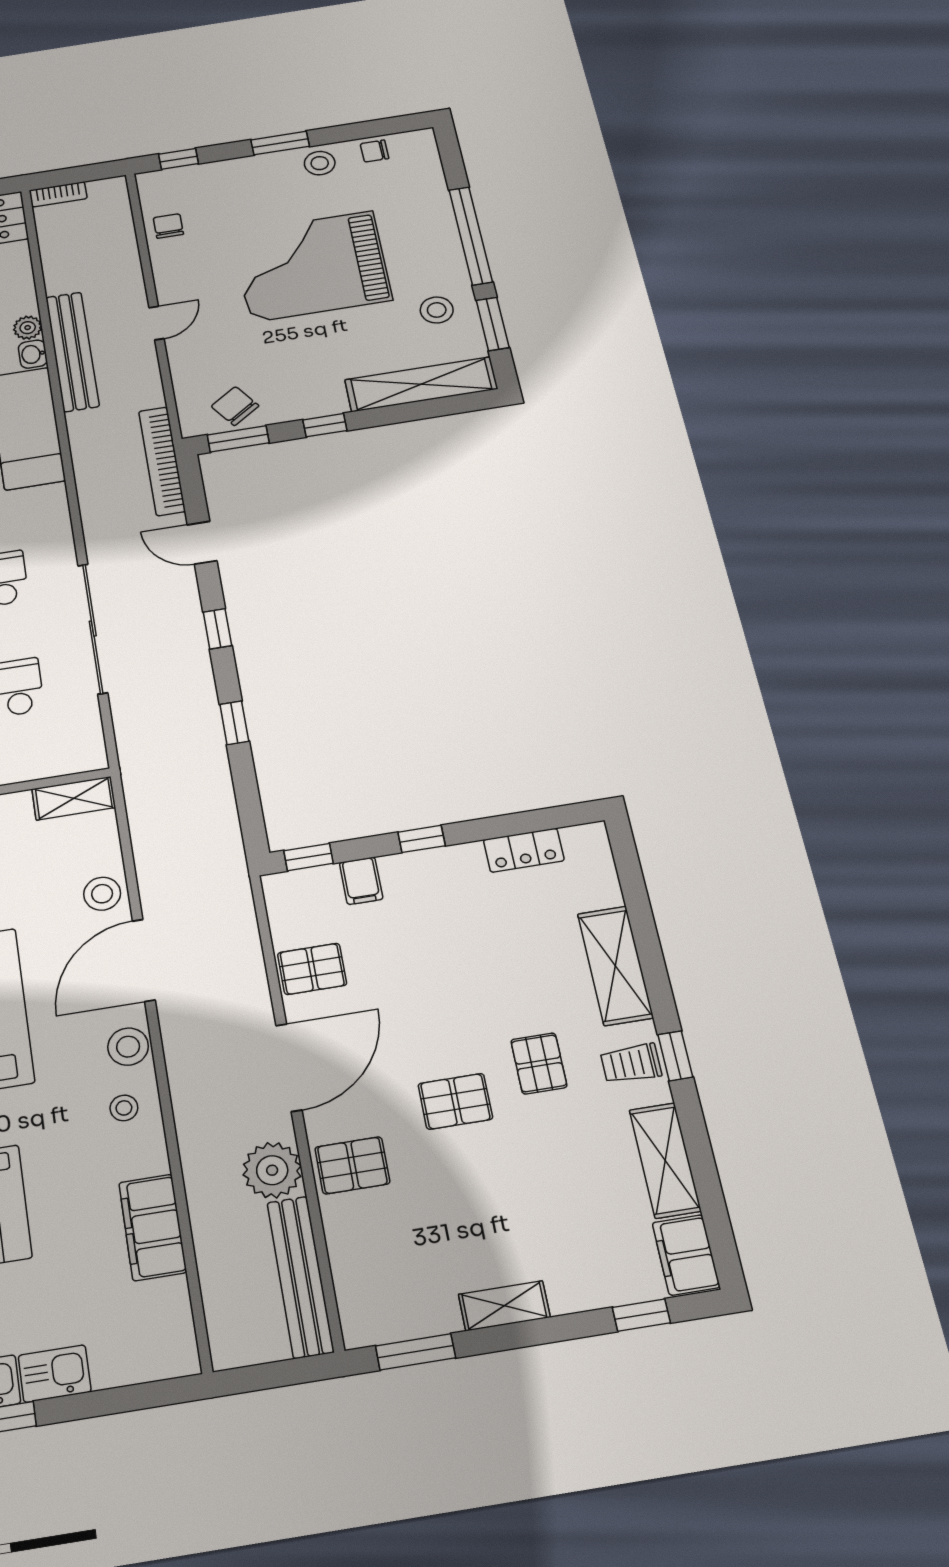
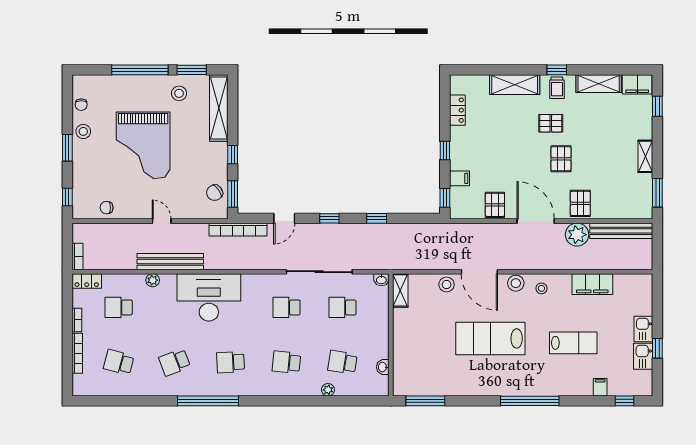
washbasin: (33, 354) -> (381, 280), moved

